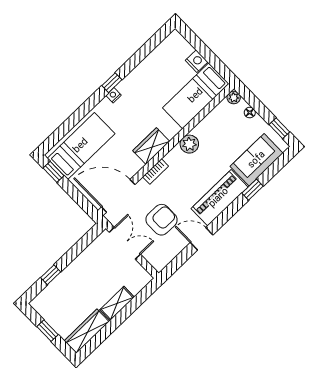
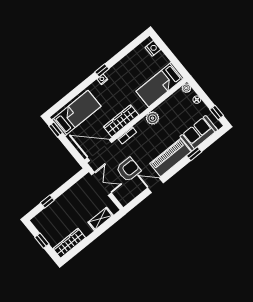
nightstand: (197, 61) -> (153, 48), moved
wardrobe: (151, 146) -> (121, 121), width x1.50
shelving: (117, 303) -> (101, 219), moved

